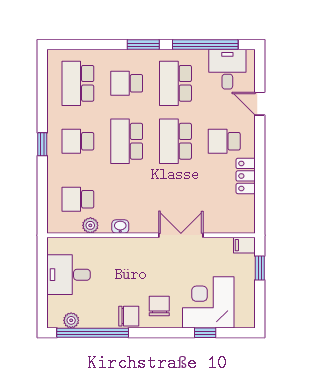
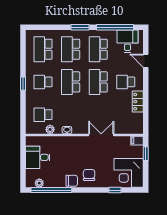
school desk: (127, 83) -> (71, 49), width x1.85
corner desk: (208, 302) -> (129, 173), moved, turned -90

